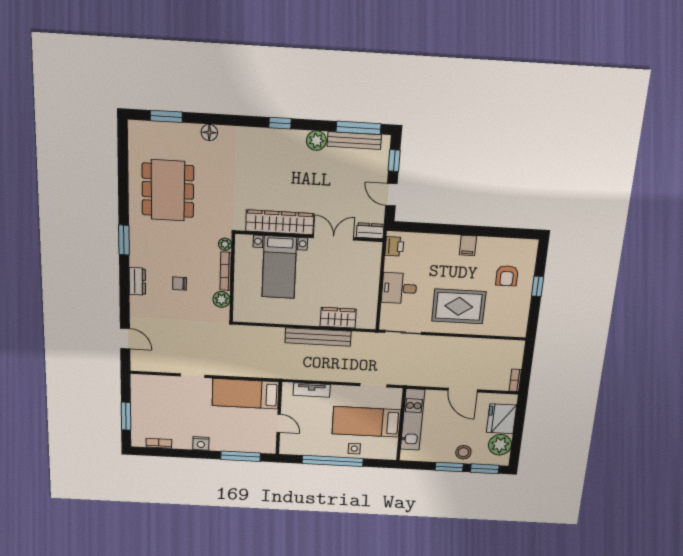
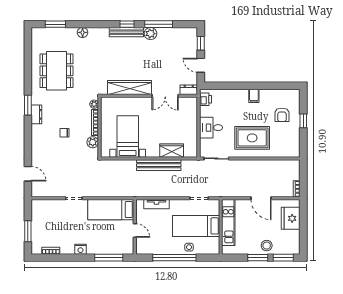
window: (358, 128) -> (159, 24), moved
bench: (354, 141) -> (126, 32), moved
double door: (333, 238) -> (165, 96), swing flipped
bed with nightstands: (279, 267) -> (128, 136), moved, turned 180
dresser: (137, 281) -> (36, 114), moved
plant: (500, 445) -> (292, 238), removed

